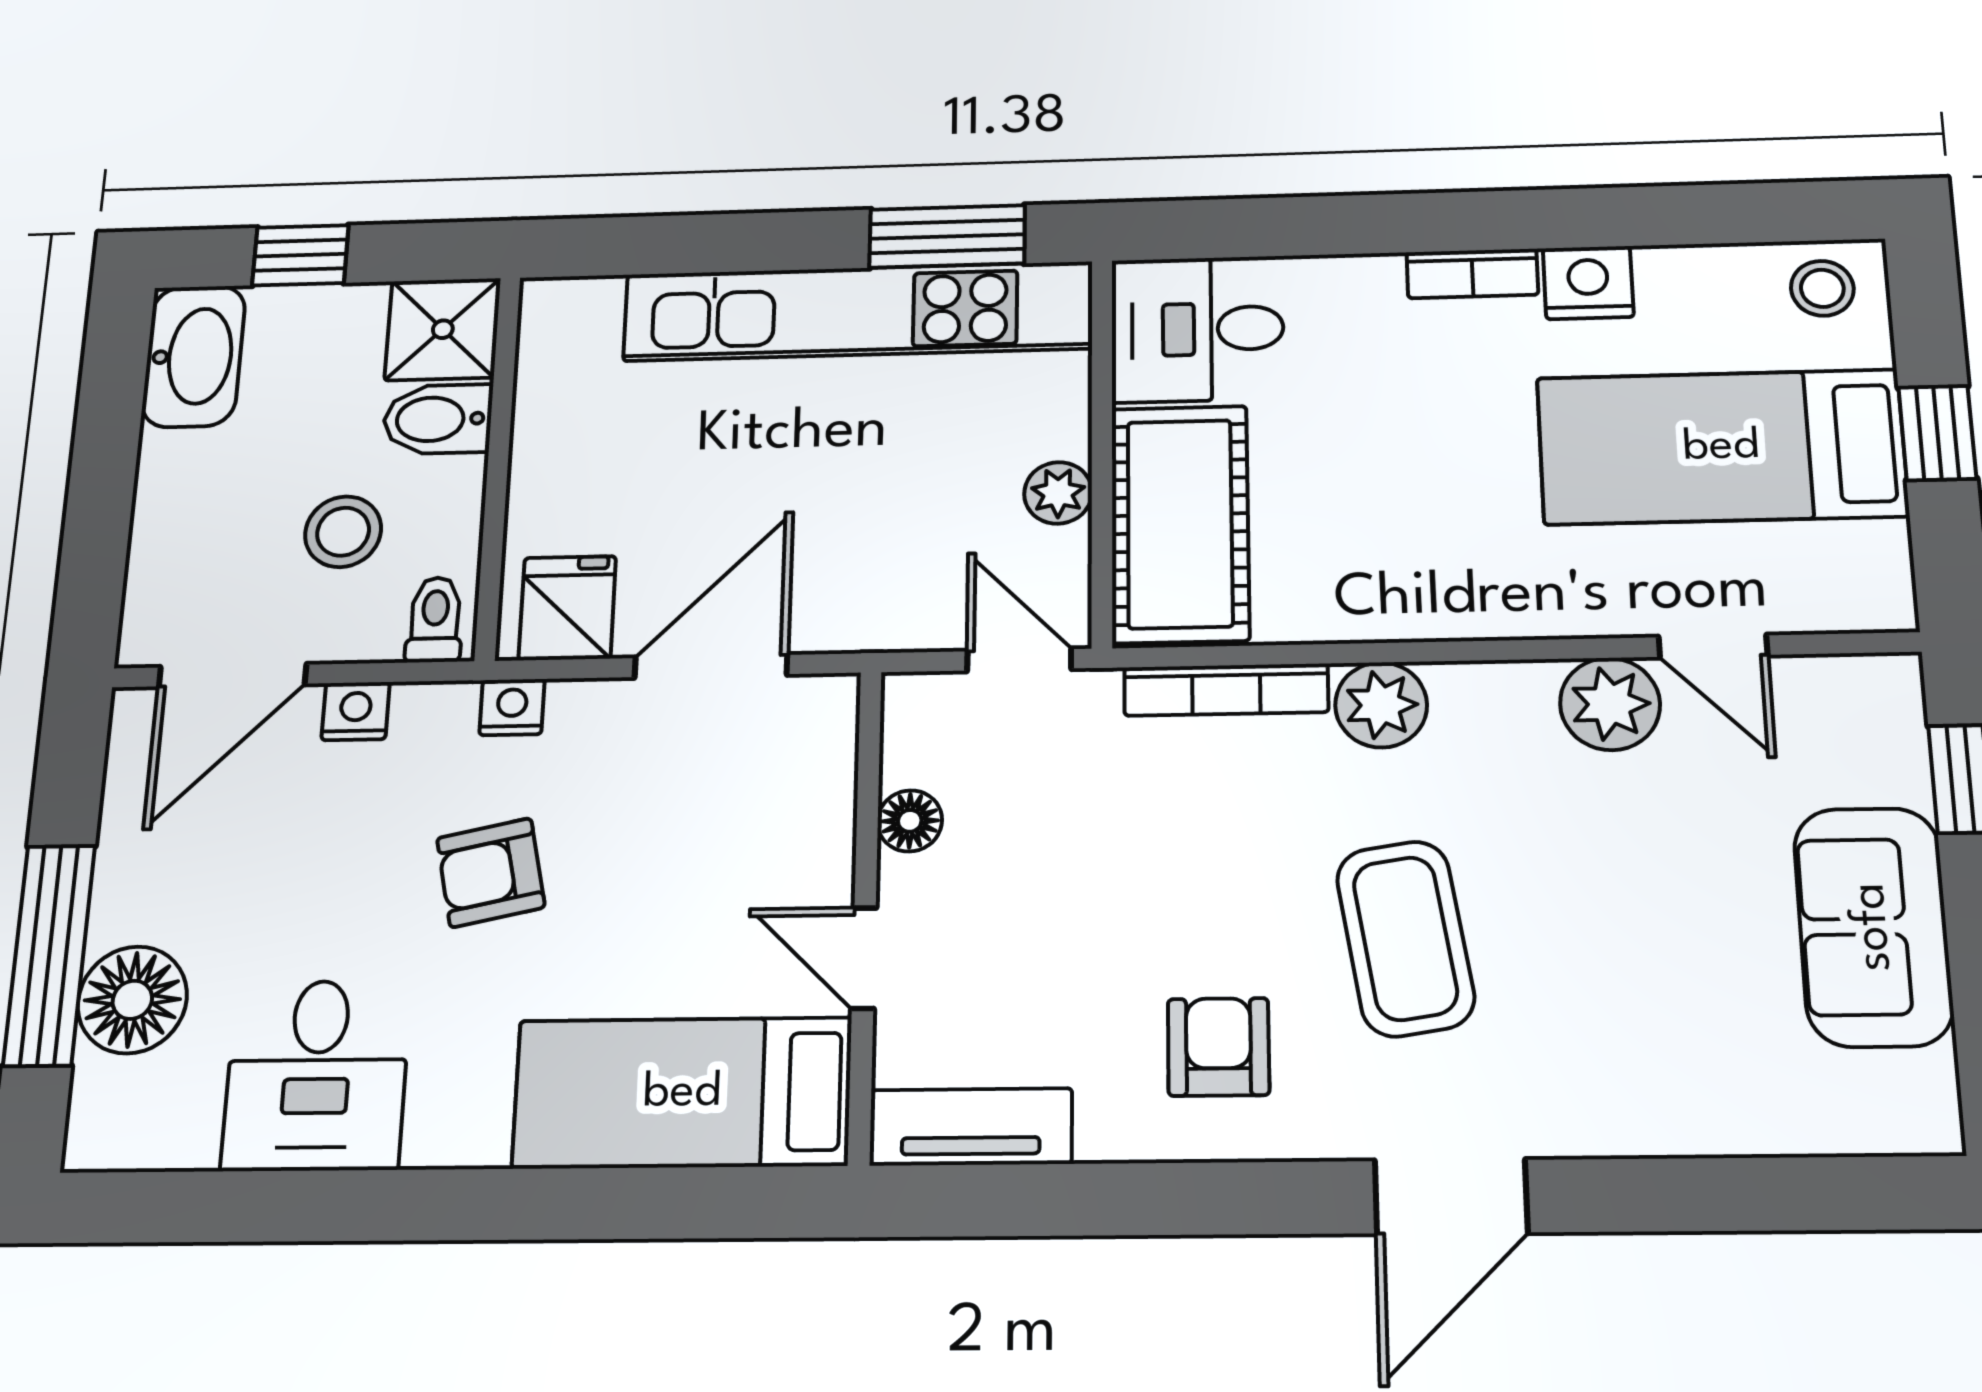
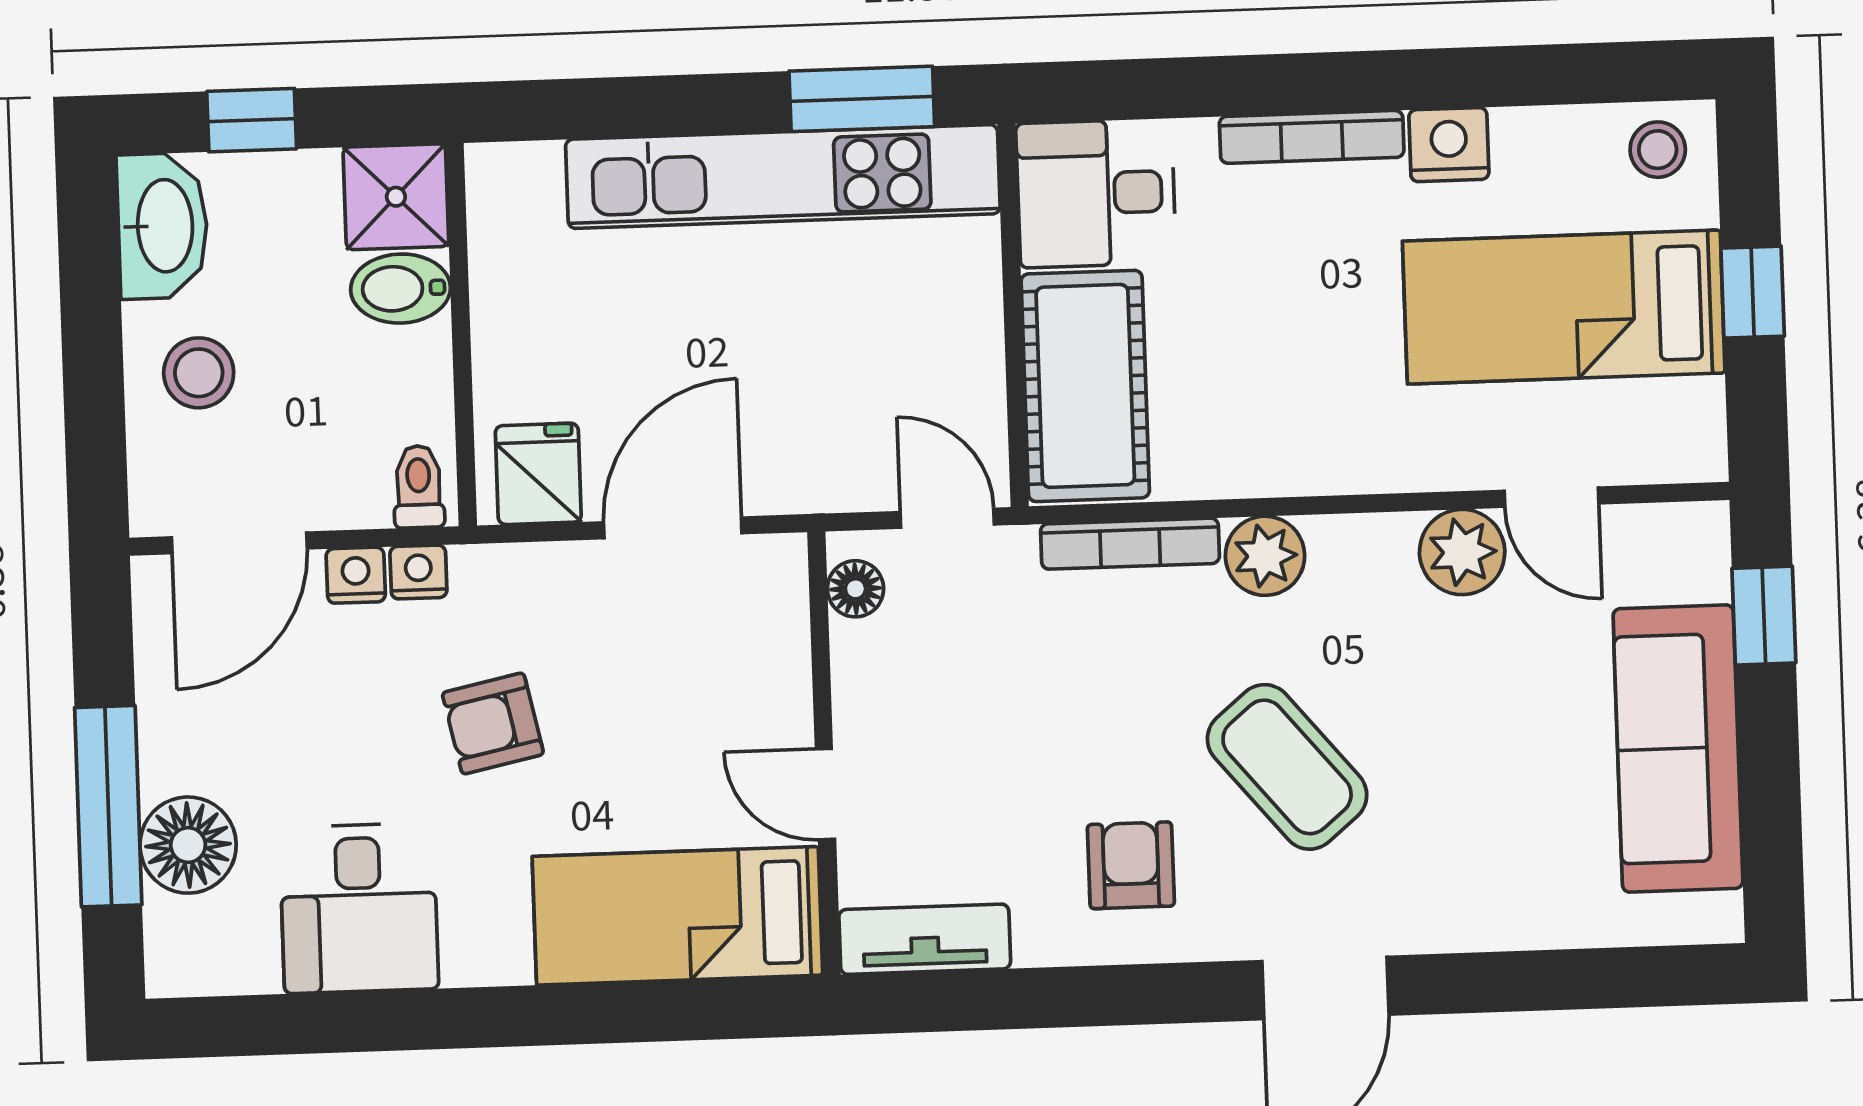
bookcase: (1472, 274) -> (1312, 137), width x1.56
plant: (1058, 493) -> (975, 357), removed
stool: (343, 532) -> (199, 373), moved
nightstand: (512, 707) -> (418, 572), moved
floor lamp: (910, 821) -> (855, 589), moved
sofa: (1873, 927) -> (1678, 748), width x1.36
coffee table: (1405, 938) -> (1287, 767), turned -31

